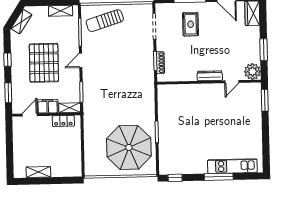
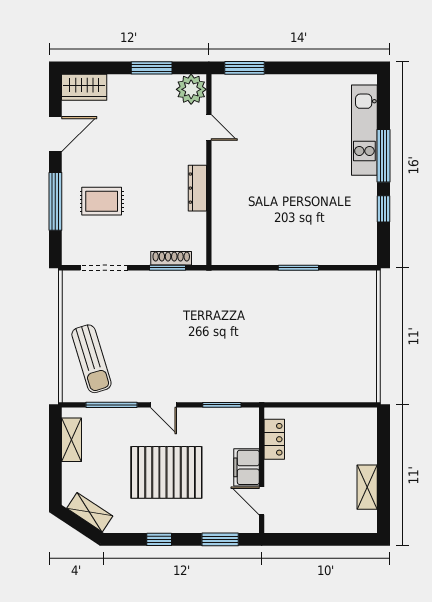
dresser: (210, 76) -> (197, 188), moved
shelving: (70, 108) -> (250, 427), removed
parasol: (129, 147) -> (326, 320), removed
window: (175, 178) -> (383, 209), moved

